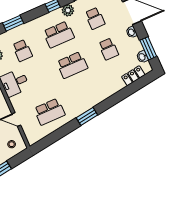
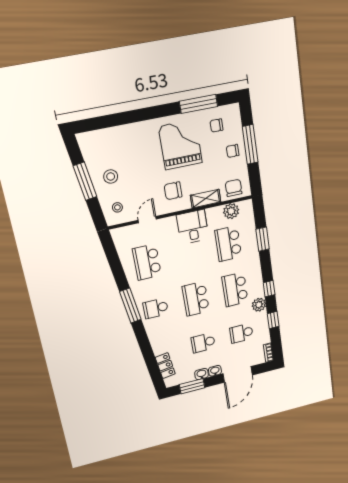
school desk: (22, 51) -> (228, 244), width x1.85
washbasin: (142, 57) -> (202, 374), moved
school desk: (86, 96) -> (156, 308), added
window: (87, 116) -> (130, 306), width x1.44

